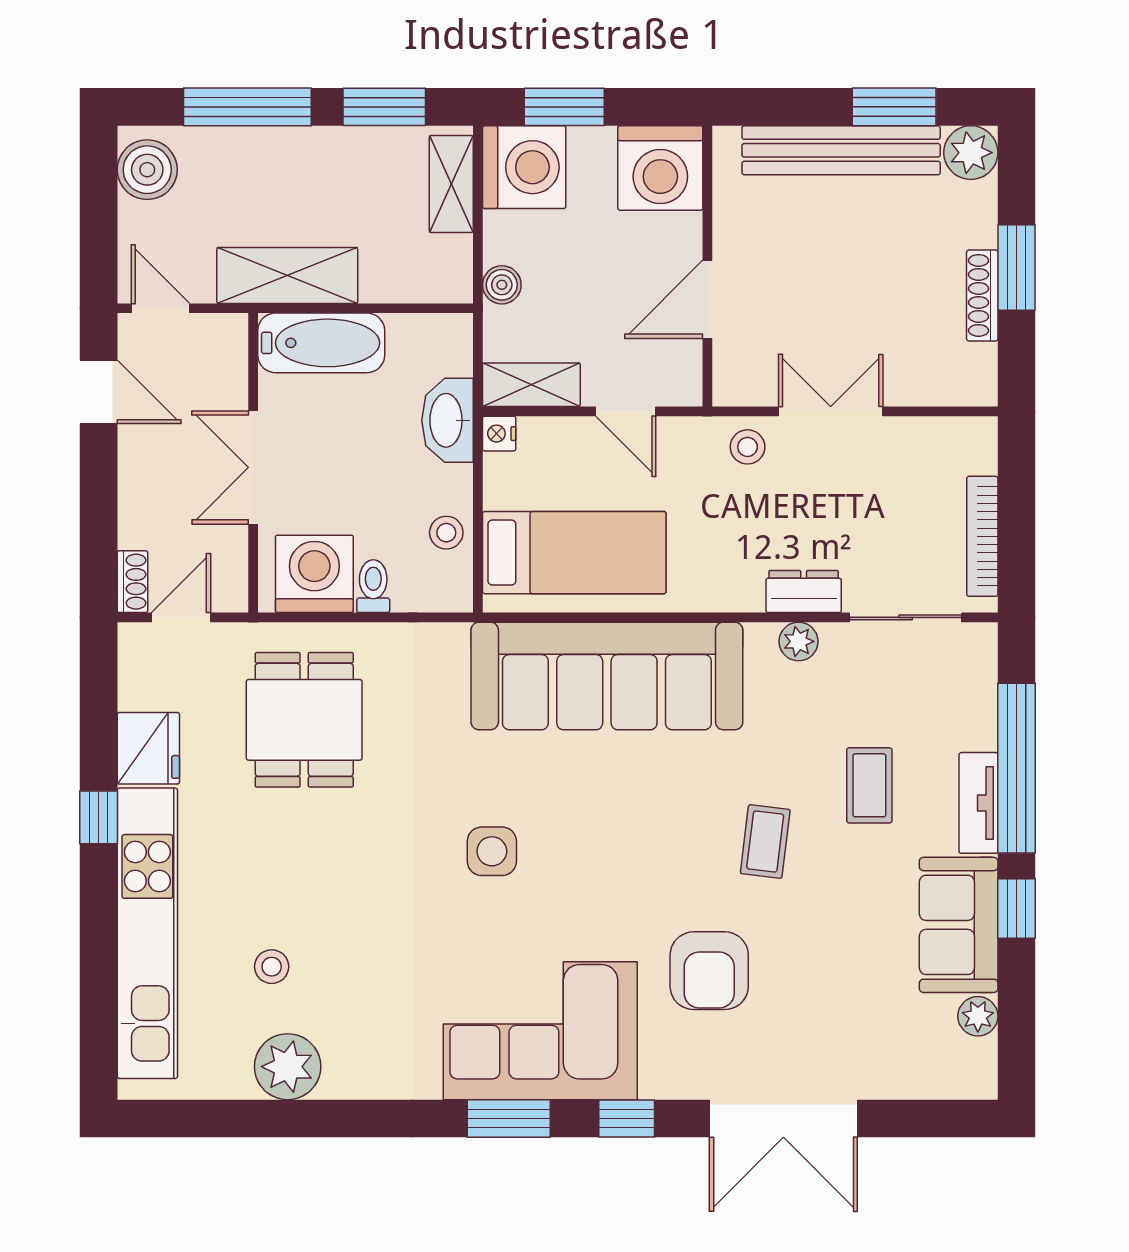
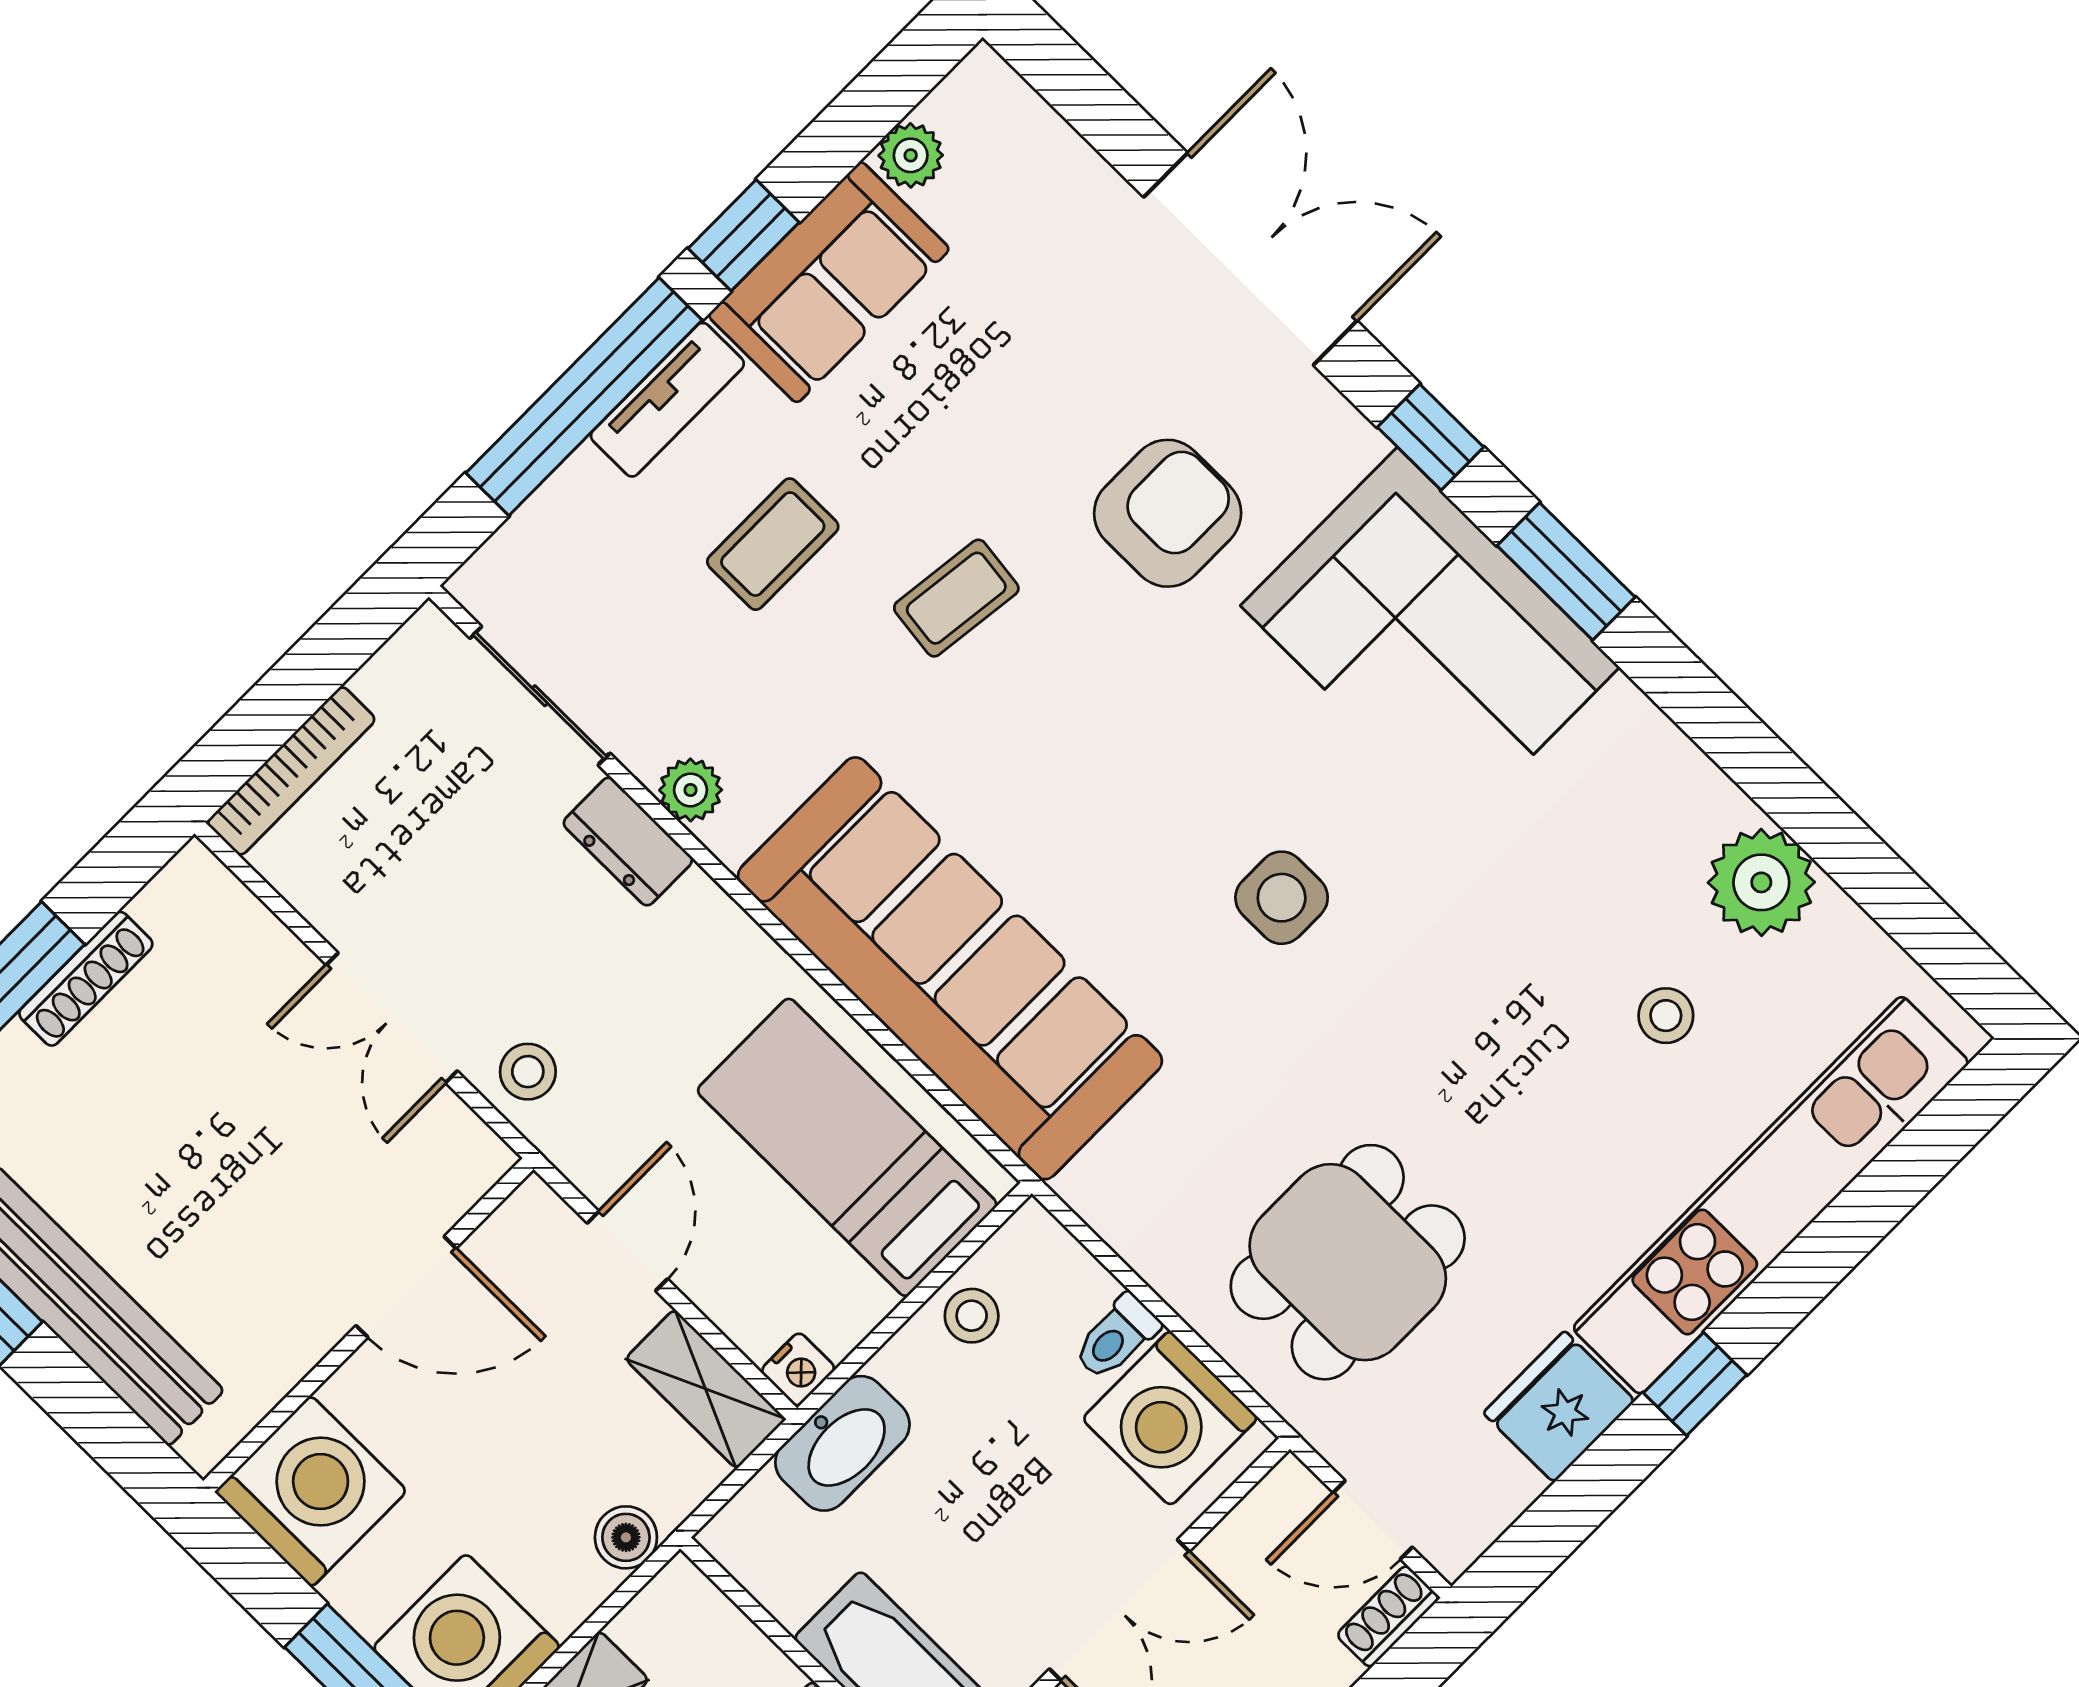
bookcase: (982, 536) -> (291, 771), moved

